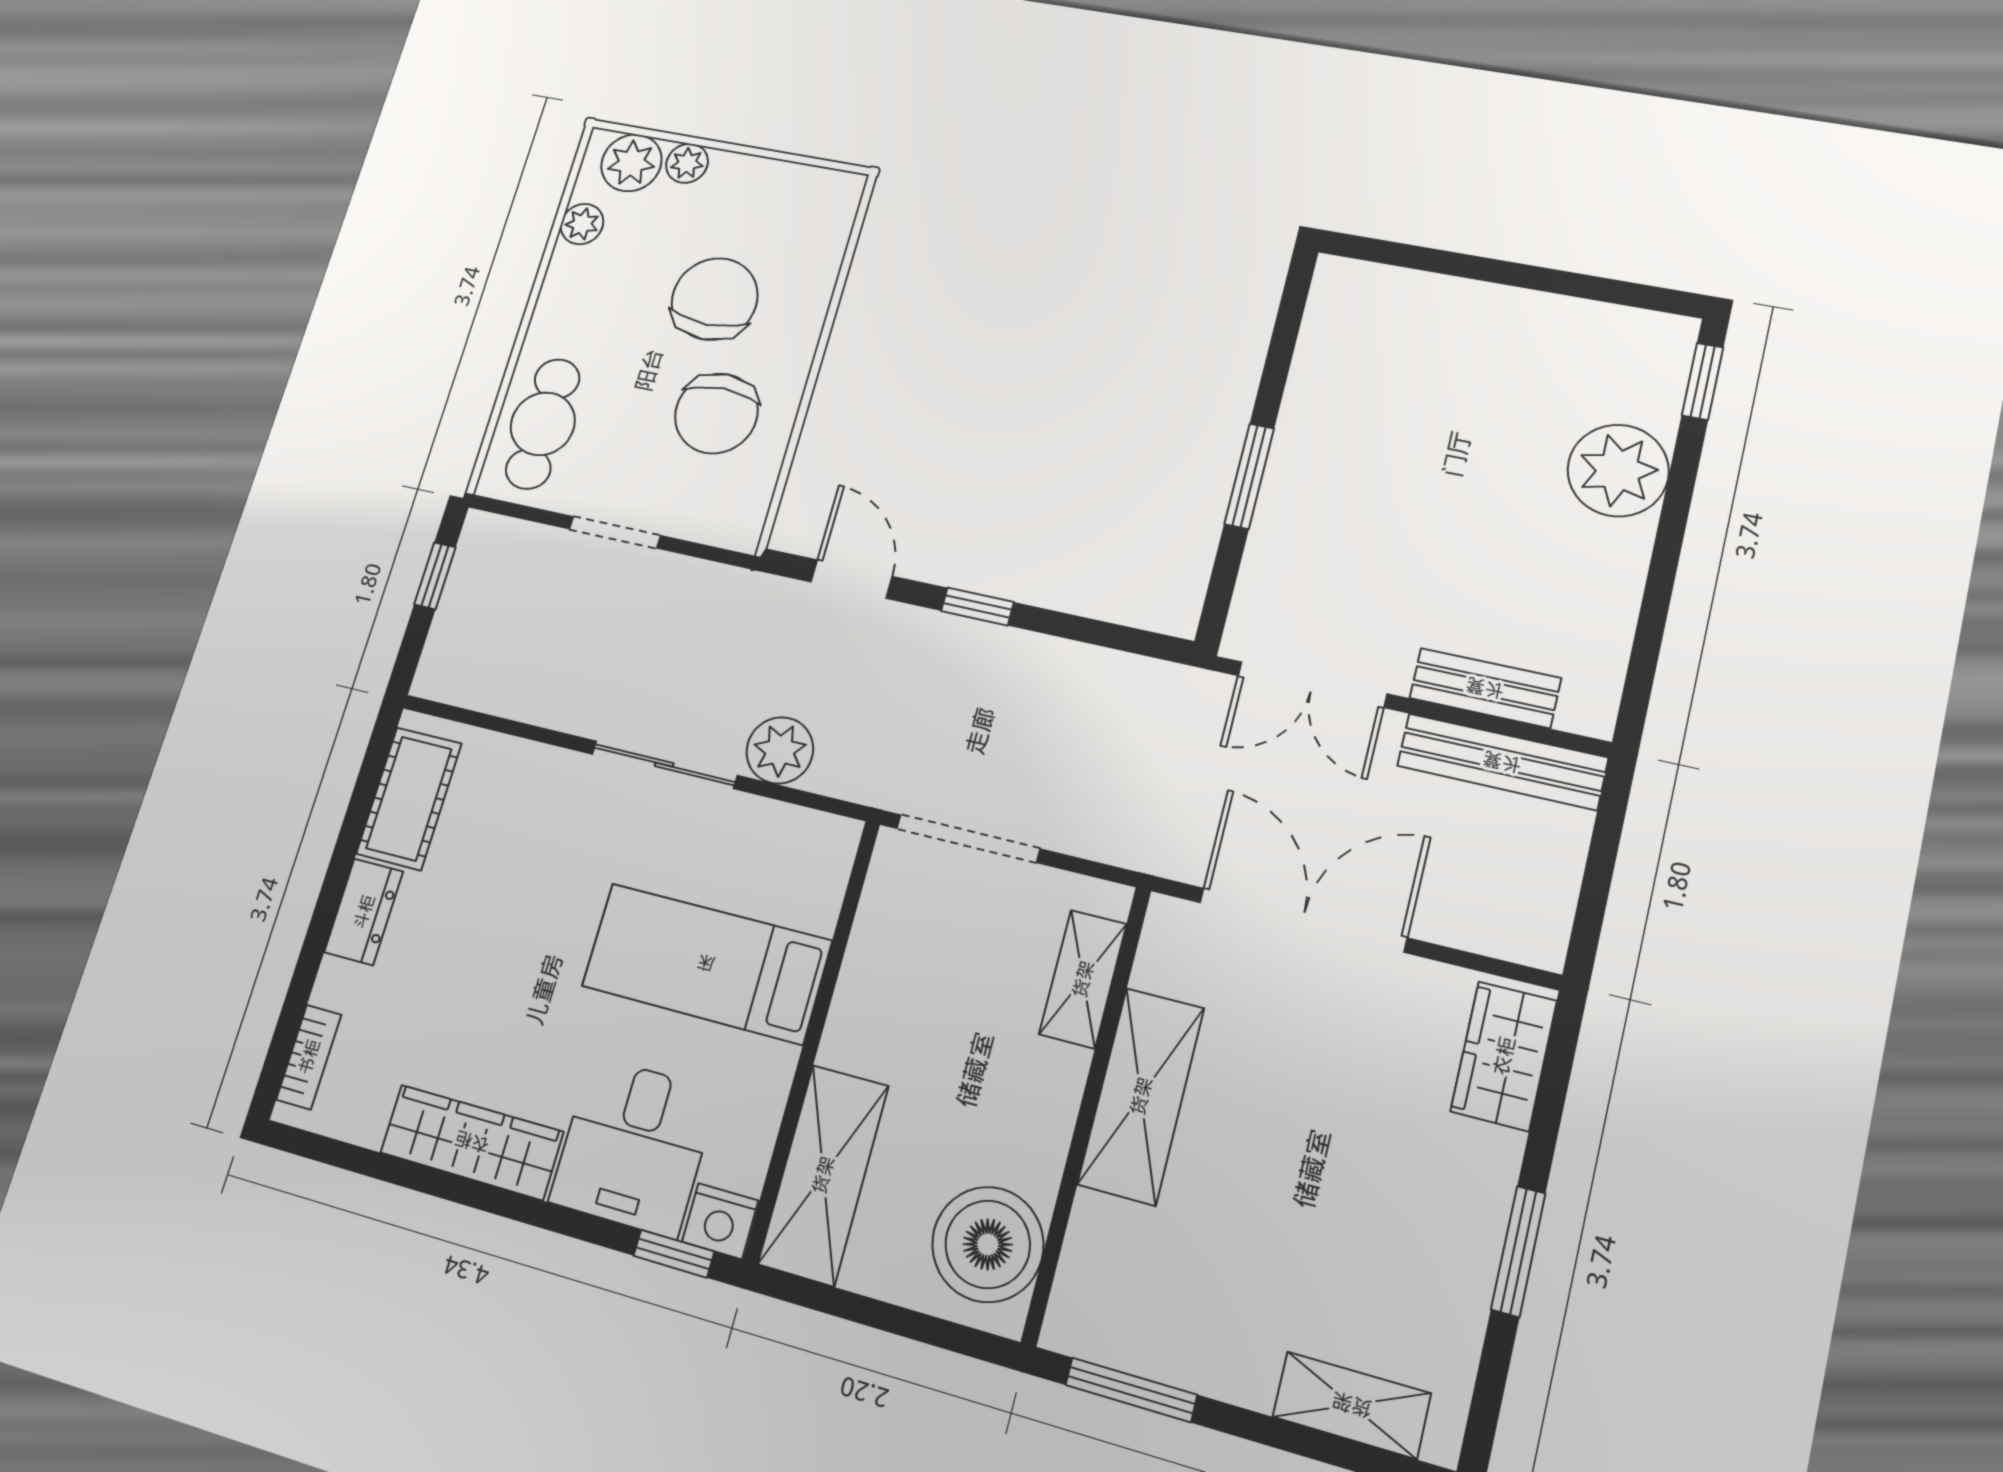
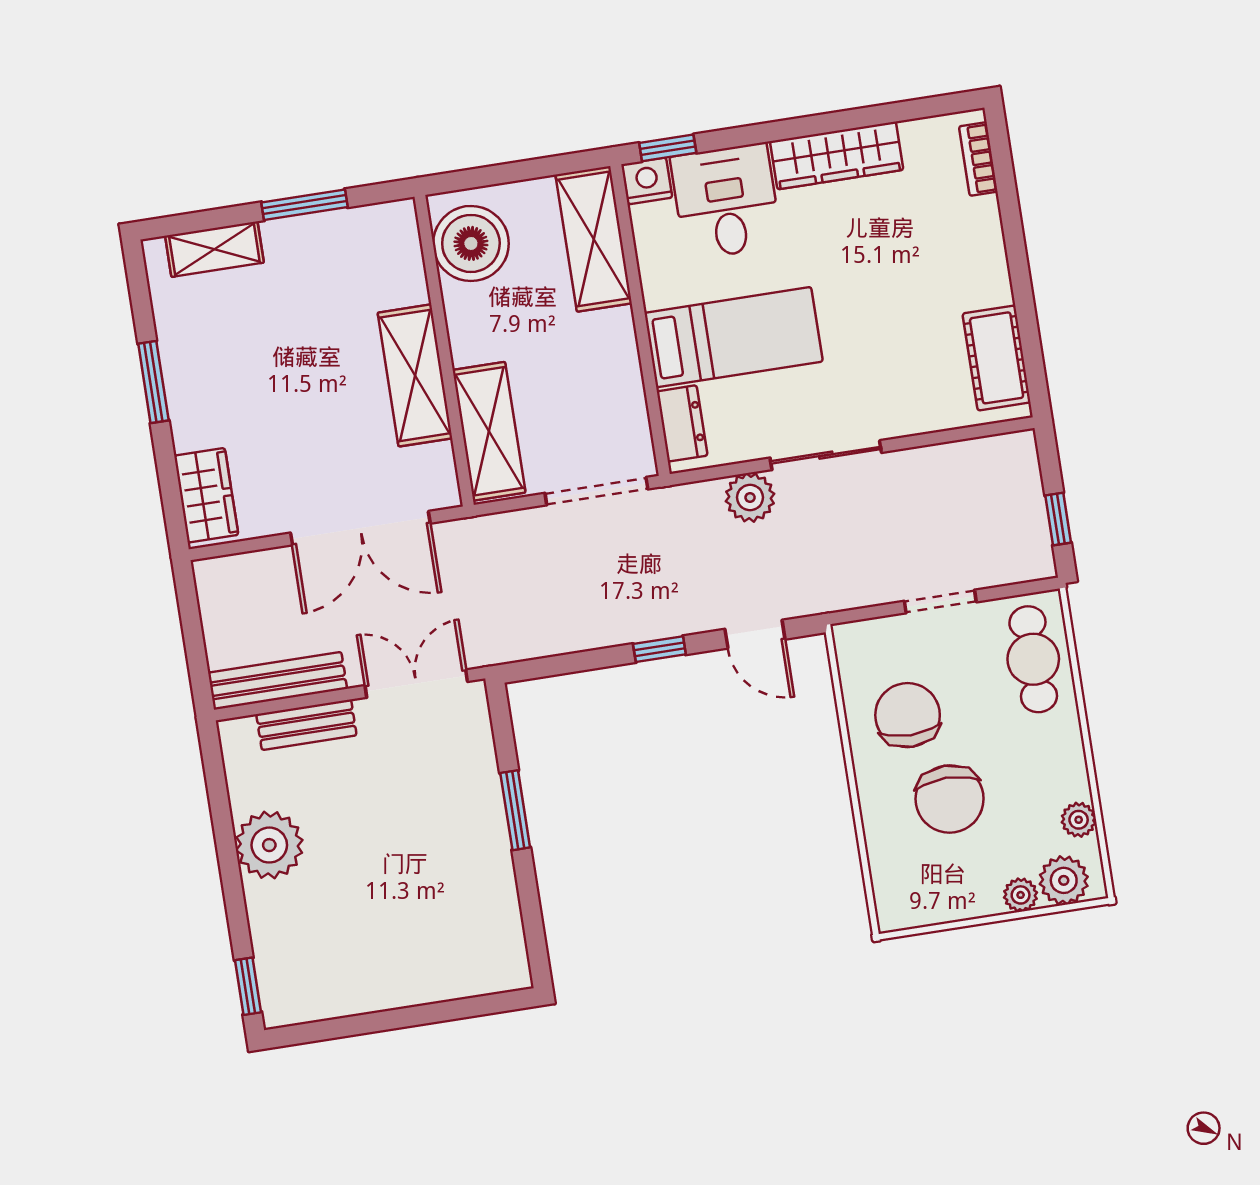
plant: (1618, 470) -> (269, 845), moved
dresser: (364, 912) -> (682, 423), moved, turned 180
shelving: (1083, 979) -> (489, 431), width x1.50, depth x1.33
window: (1131, 1390) -> (304, 205), moved

